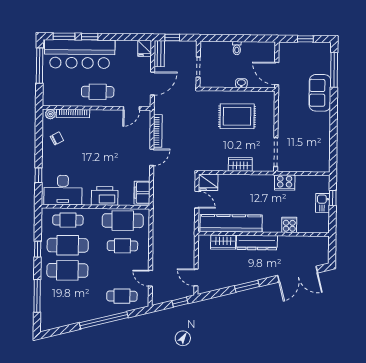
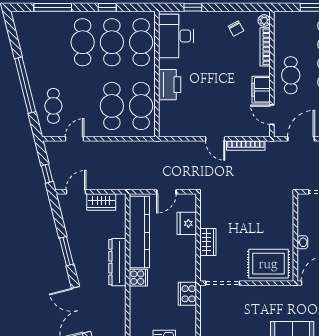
door: (152, 83) -> (301, 139), swing flipped
rug: (237, 116) -> (268, 264), moved, turned 90
fridge: (208, 182) -> (187, 223), moved
filing cabinet: (142, 193) -> (261, 90), moved, turned -90
cafe table: (68, 220) -> (141, 42), width x1.37, depth x1.35
cooker: (289, 225) -> (138, 278), moved
wardrobe: (223, 242) -> (101, 202), moved, turned -90
cafe table: (122, 246) -> (112, 106), width x1.37, depth x1.35

